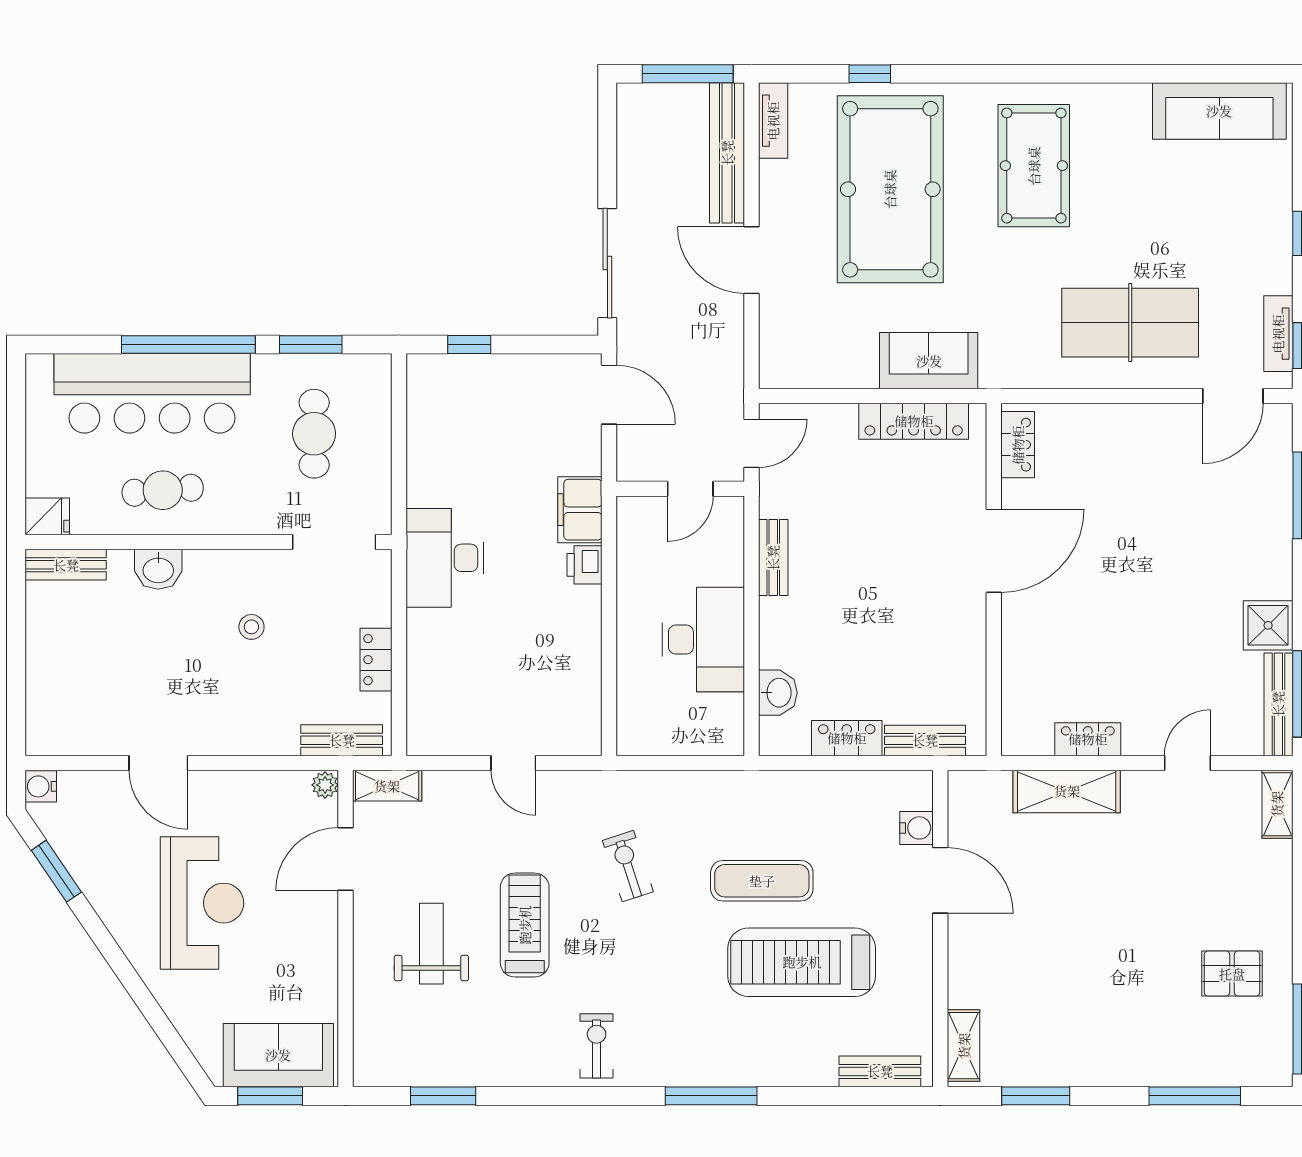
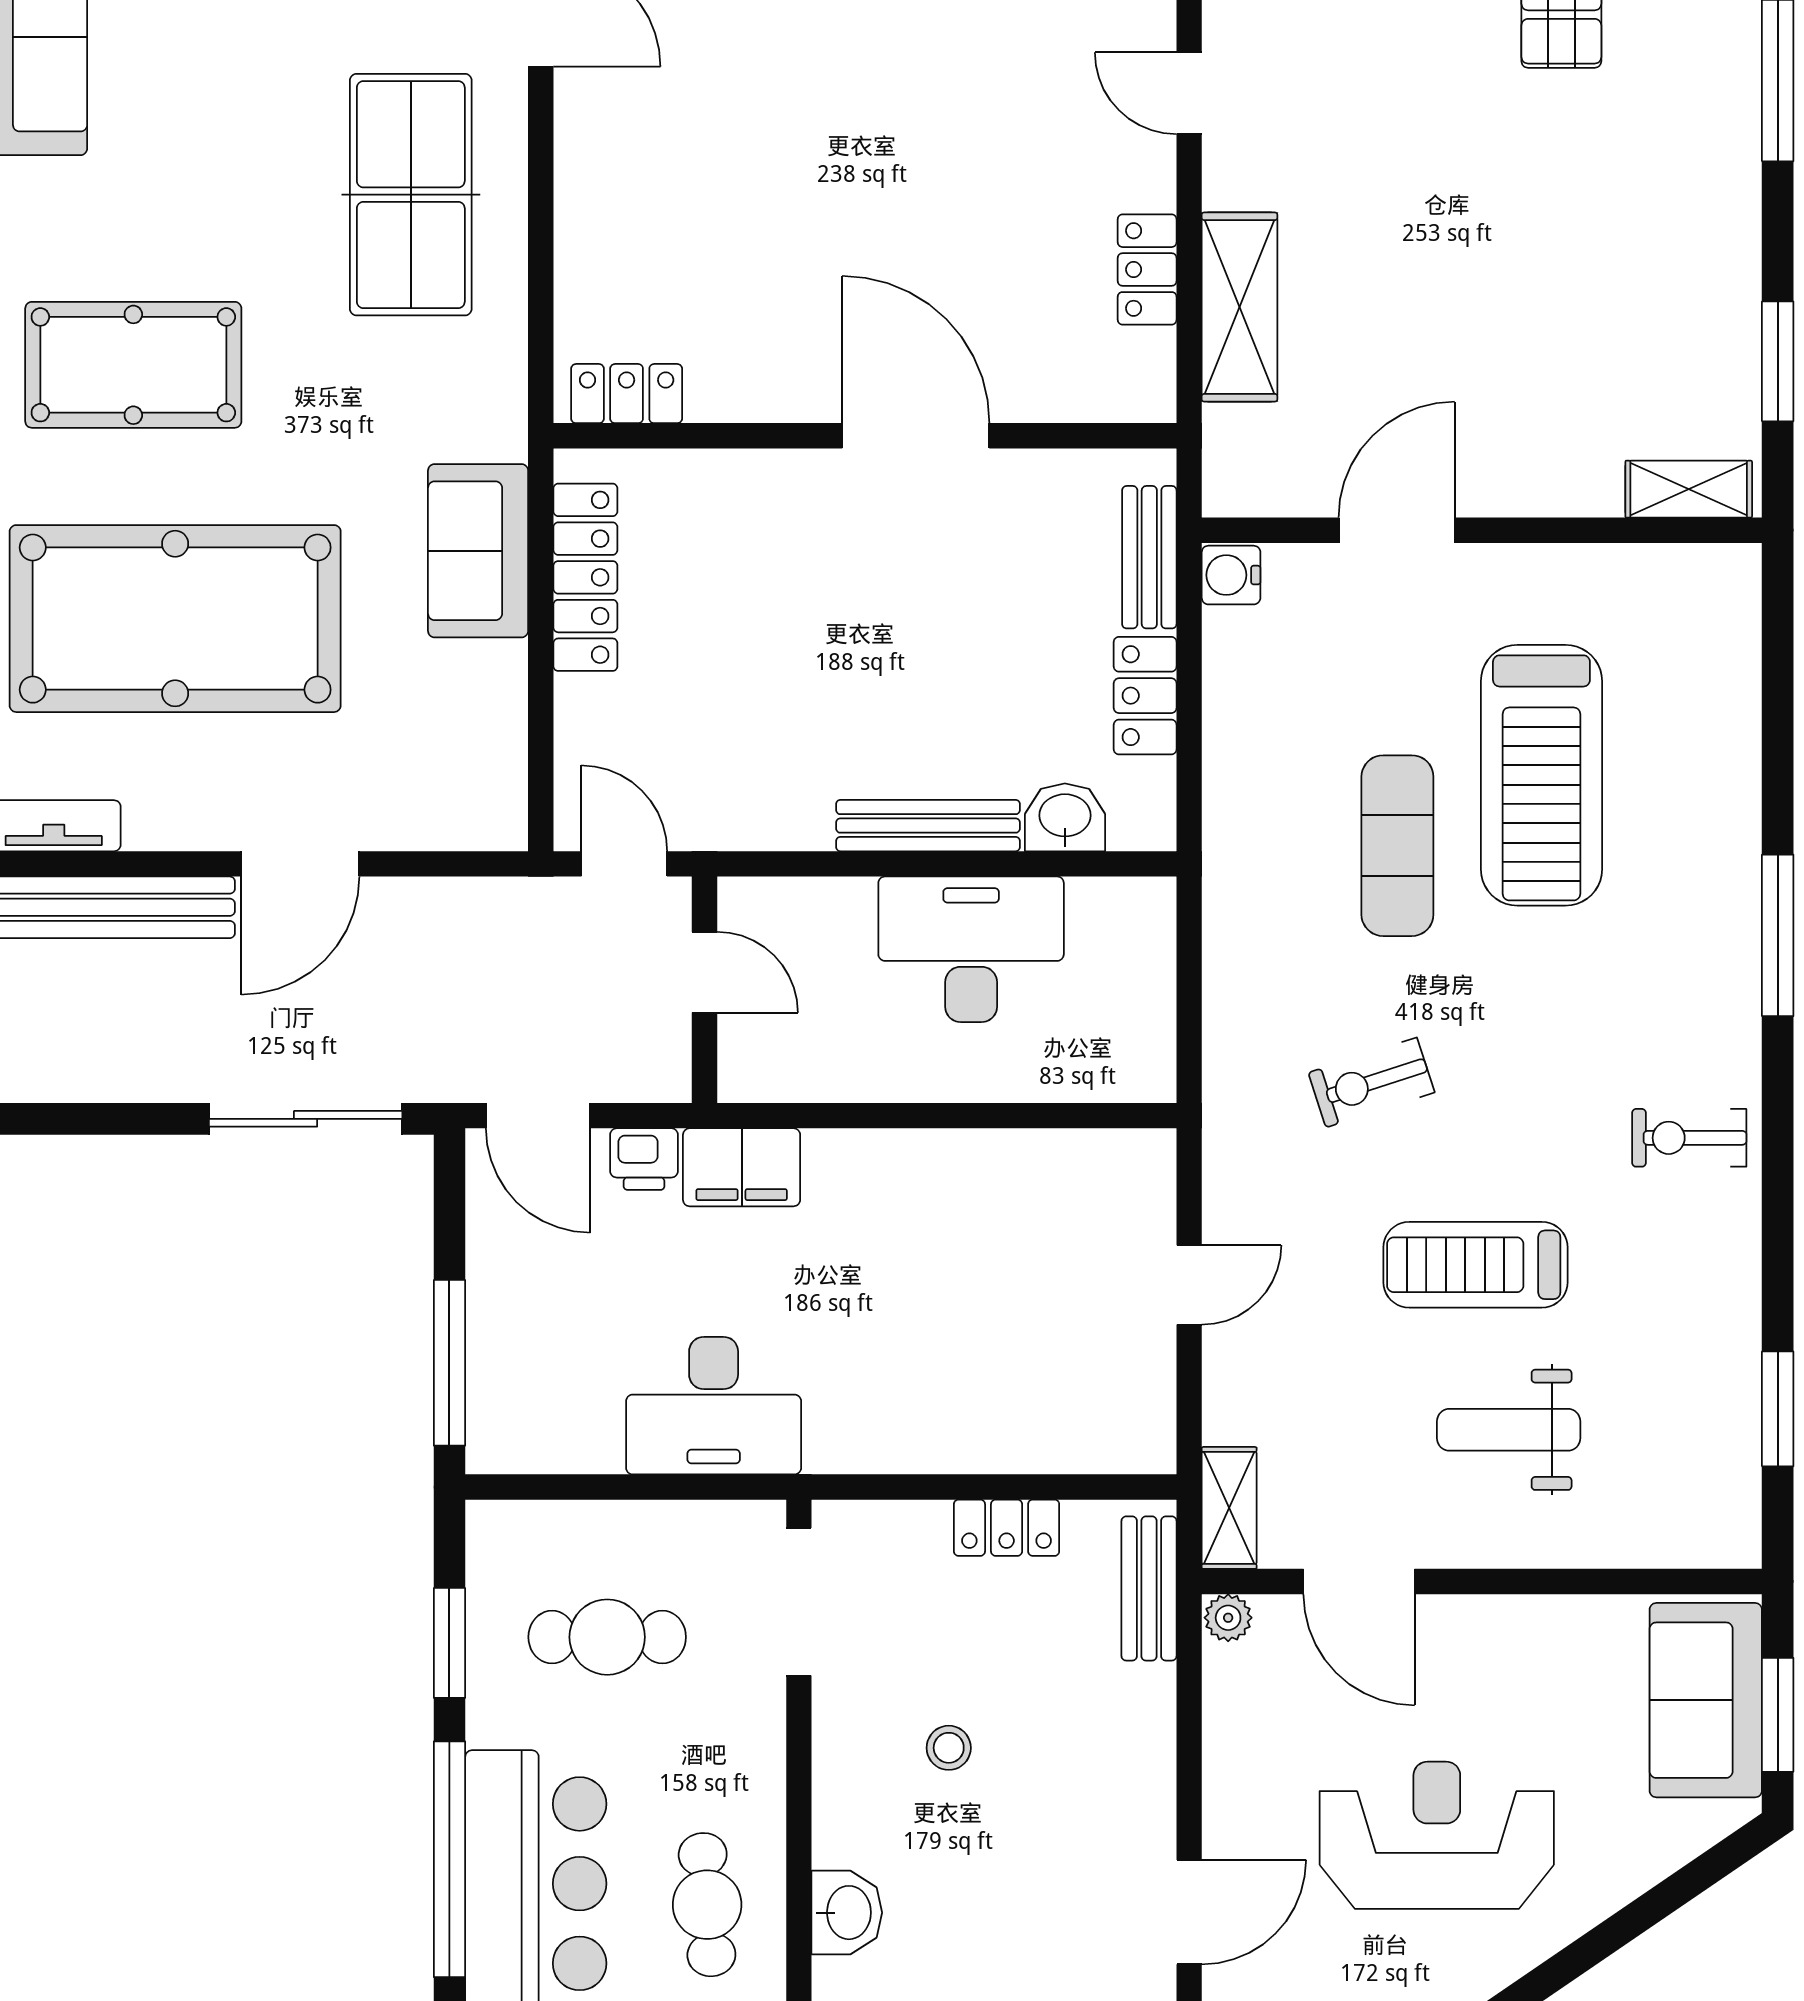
window: (469, 344) -> (449, 1363), width x2.17
door: (609, 395) -> (538, 1116), swing flipped
door: (994, 551) -> (916, 436), moved
desk: (445, 558) -> (714, 1406), moved
bench: (773, 558) -> (928, 826), moved, width x1.36
printer: (585, 565) -> (644, 1159), moved
water cooler: (917, 828) -> (1231, 575), moved, turned -90
bench: (880, 1071) -> (1734, 637), removed

